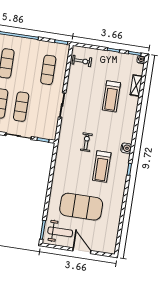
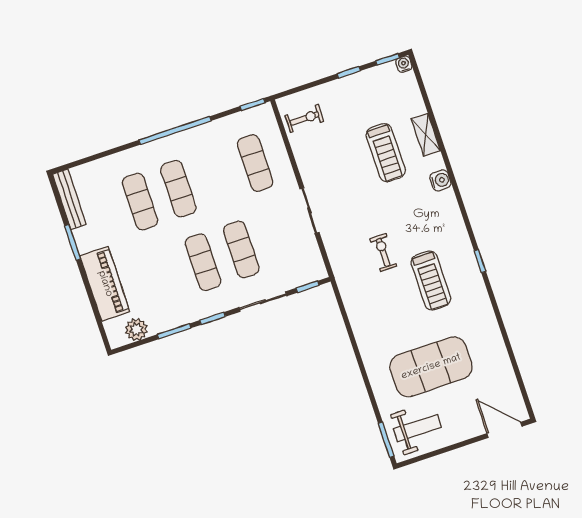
shelving: (136, 85) -> (426, 135), moved
water cooler: (126, 148) -> (440, 180), moved
door: (82, 251) -> (504, 430), moved

